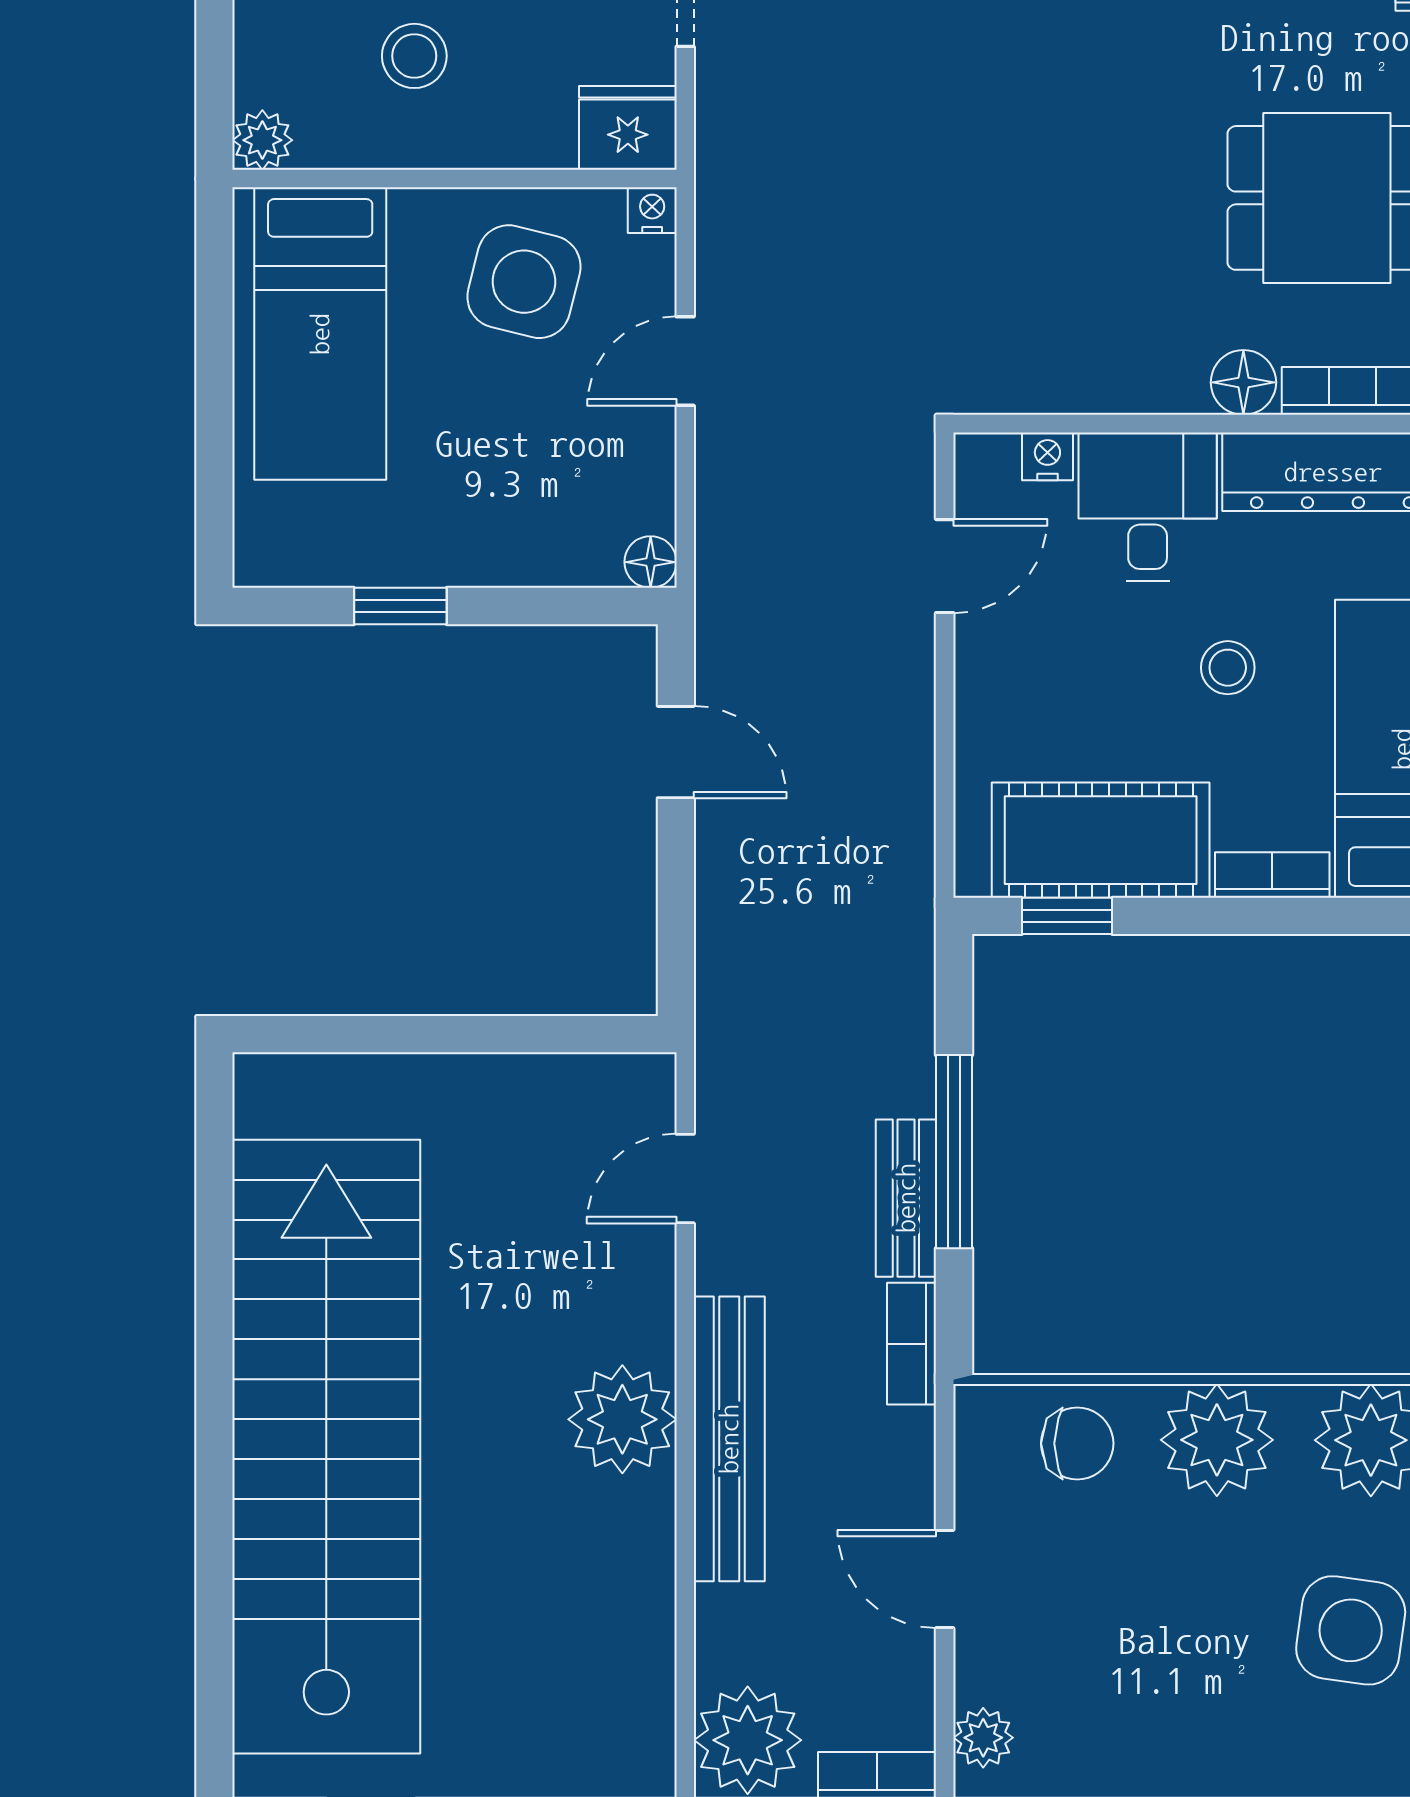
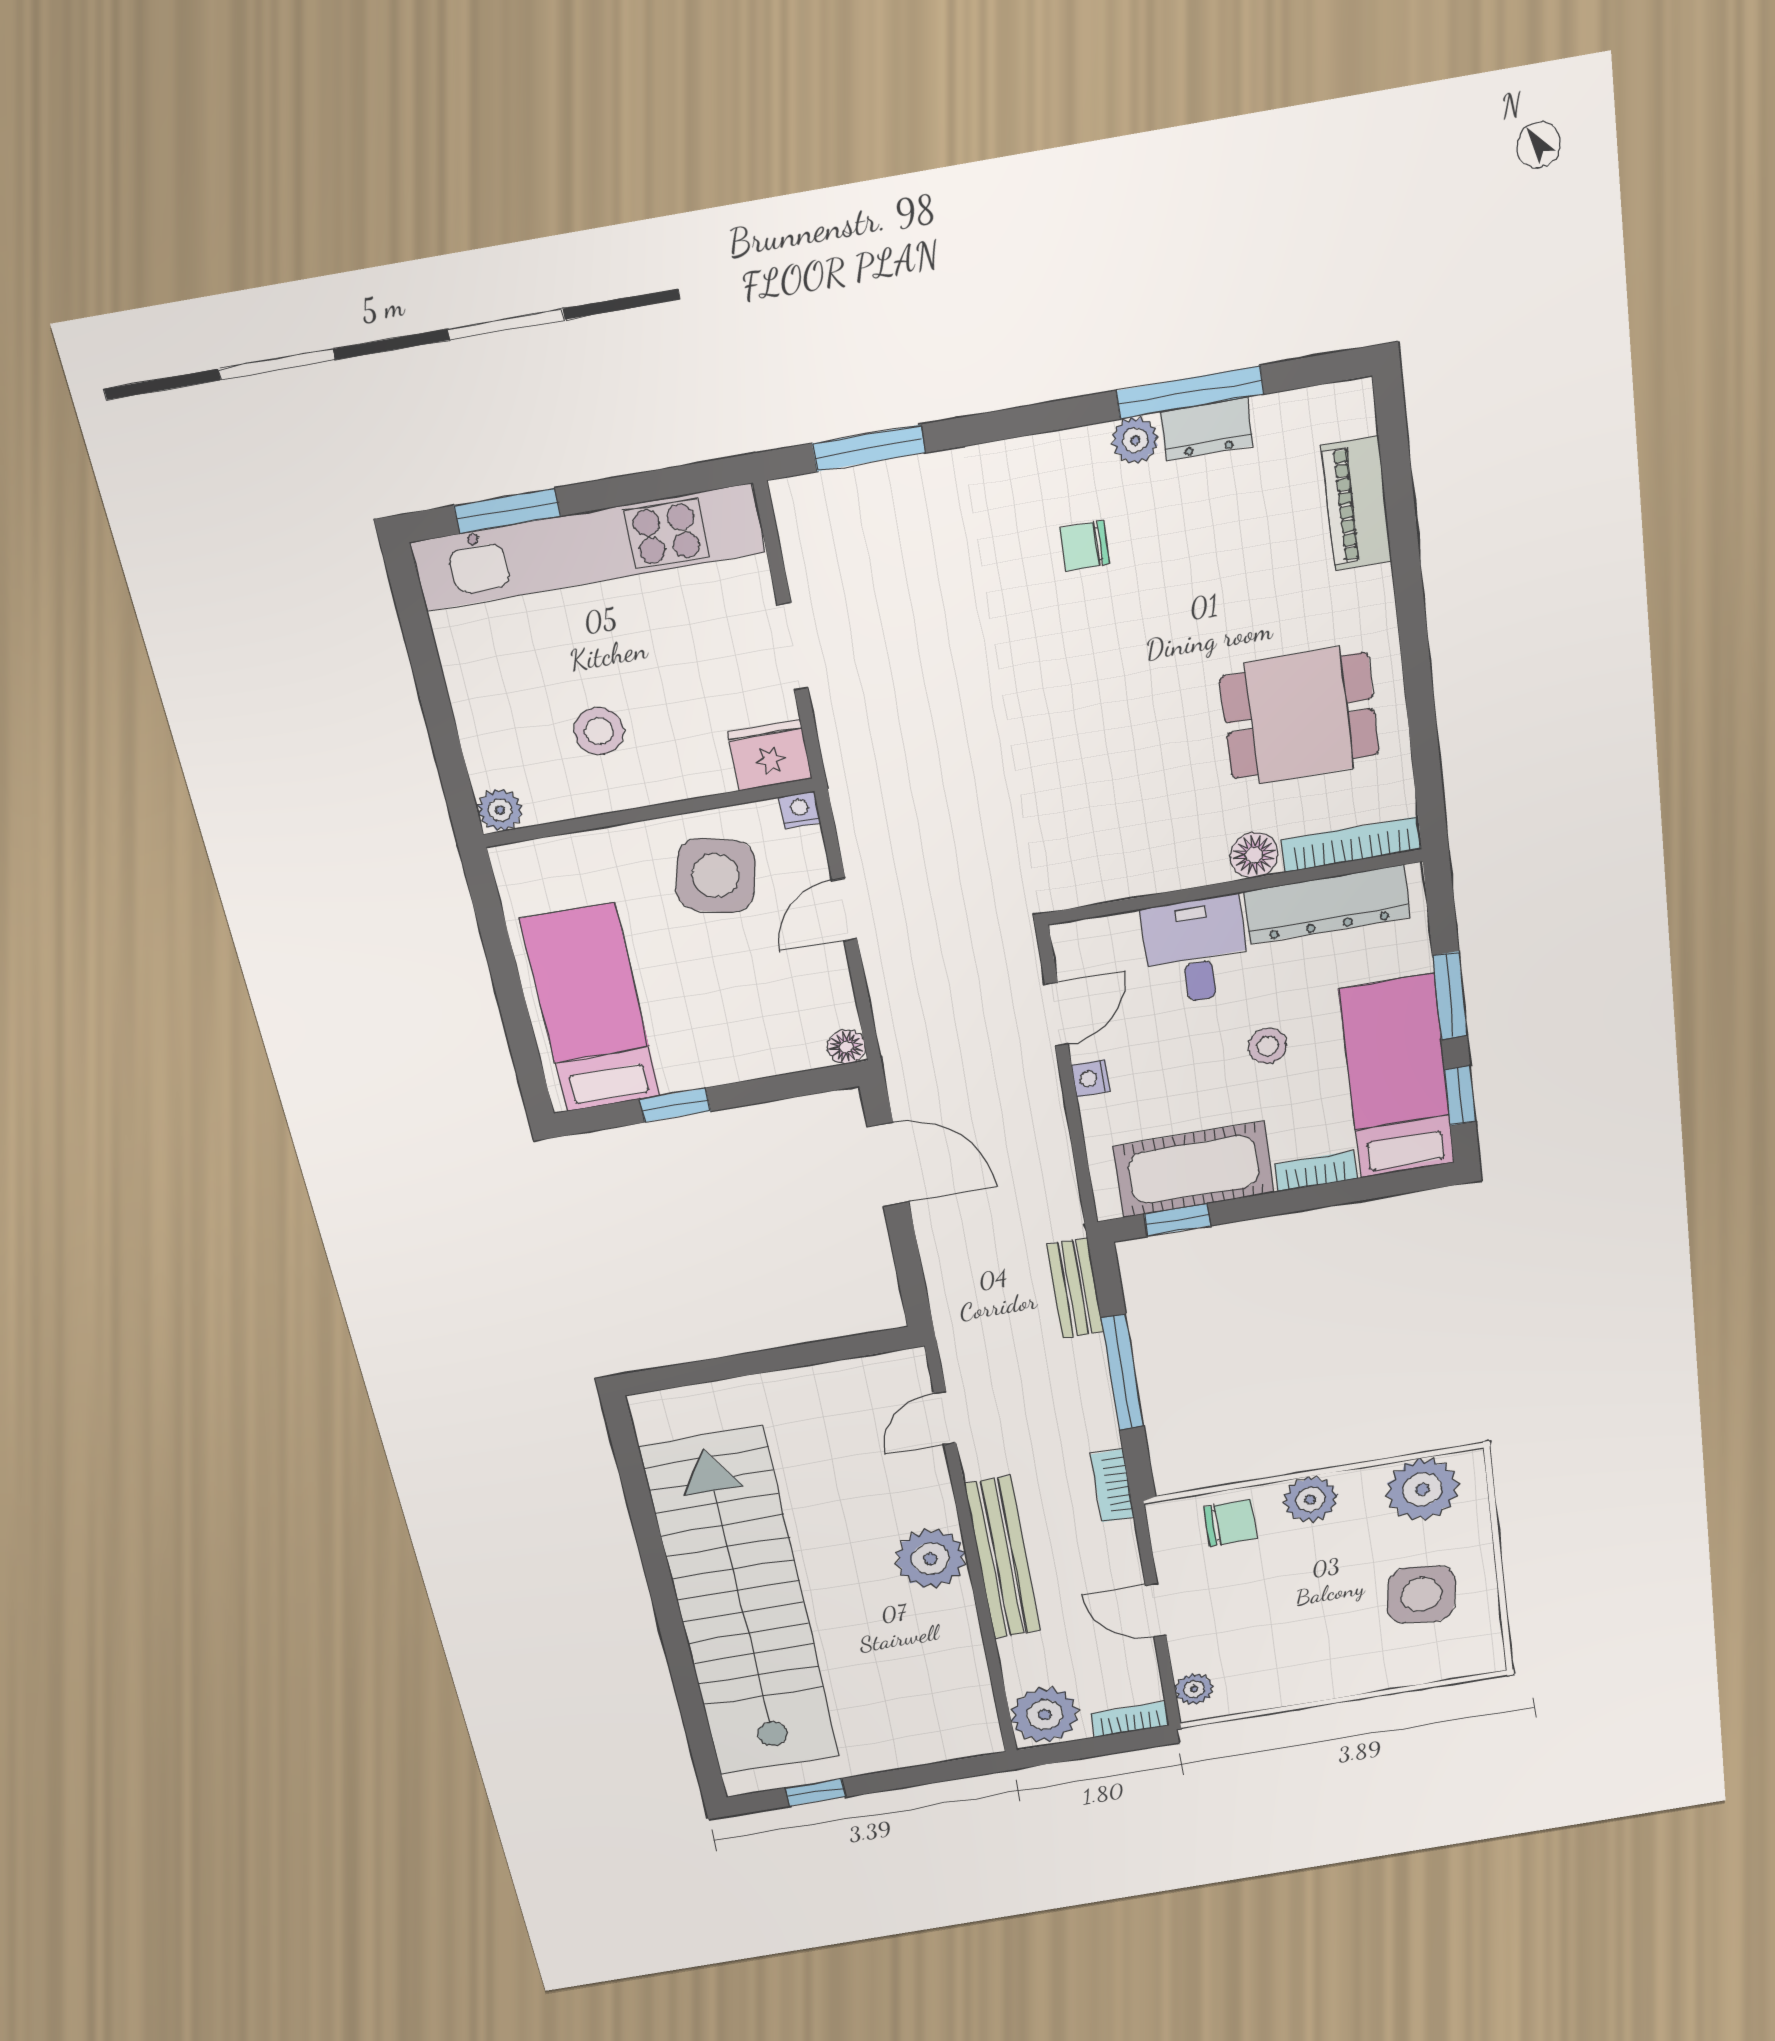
bed: (320, 334) -> (591, 1008), moved, turned 180
nightstand: (1047, 456) -> (1091, 1078), moved, turned -90
door: (676, 752) -> (888, 1165), width x1.38
bench: (906, 1198) -> (1075, 1289), moved
plant: (1217, 1440) -> (1310, 1499), width x0.73, depth x0.73

